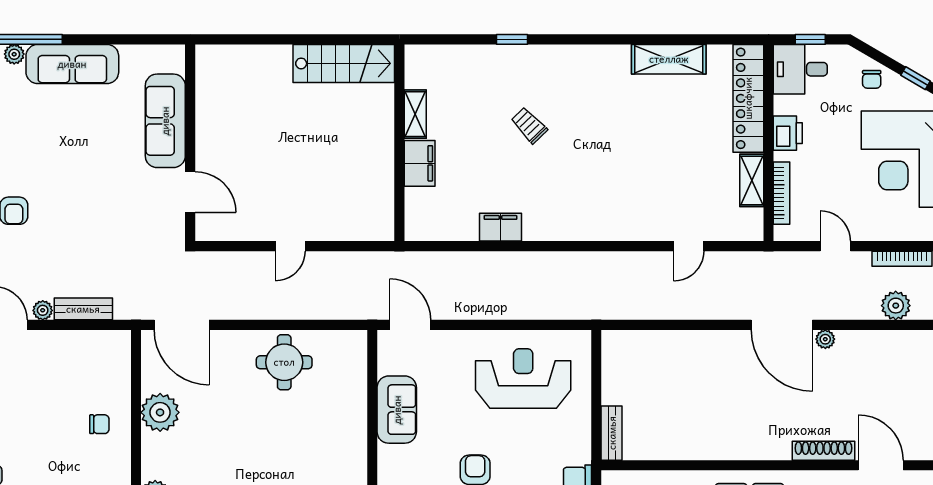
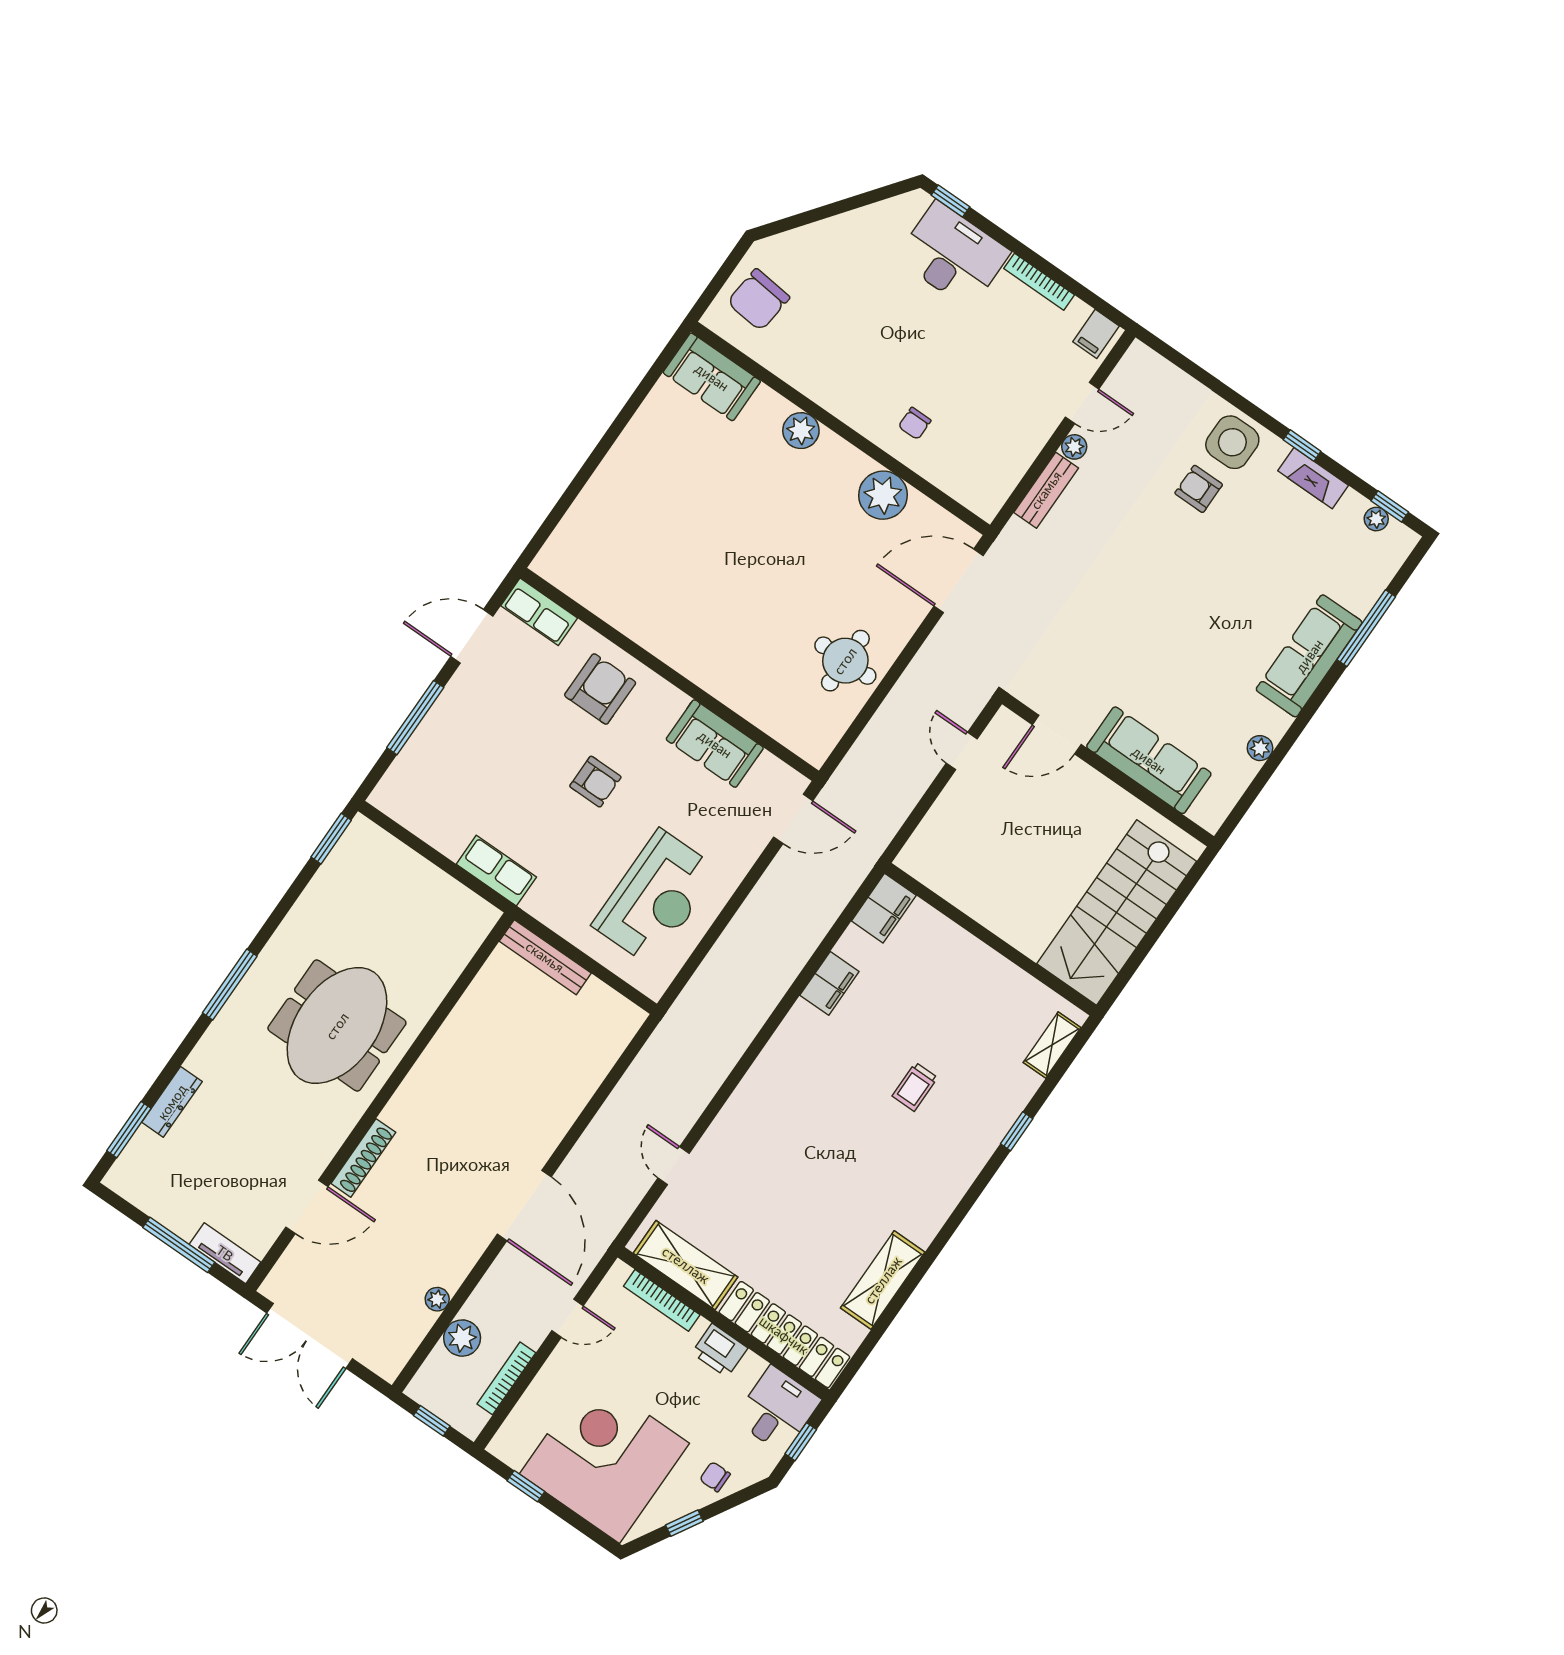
plant: (14, 54) -> (1260, 748), moved
stairs: (344, 63) -> (1117, 913), width x1.36, depth x1.51
shelving: (415, 114) -> (1052, 1045), moved, turned 90
sofa: (165, 121) -> (1149, 760), moved
trolley: (529, 125) -> (915, 1087), turned 134
wall: (190, 143) -> (1108, 770), moved
filing cabinet: (420, 163) -> (884, 908), moved, turned -90
shelving: (752, 180) -> (686, 1265), width x1.50, depth x1.33
door: (190, 192) -> (1057, 735), moved
door: (782, 325) -> (524, 1206), swing flipped
plant: (825, 339) -> (437, 1299), moved
bench: (612, 433) -> (545, 957), width x1.36

